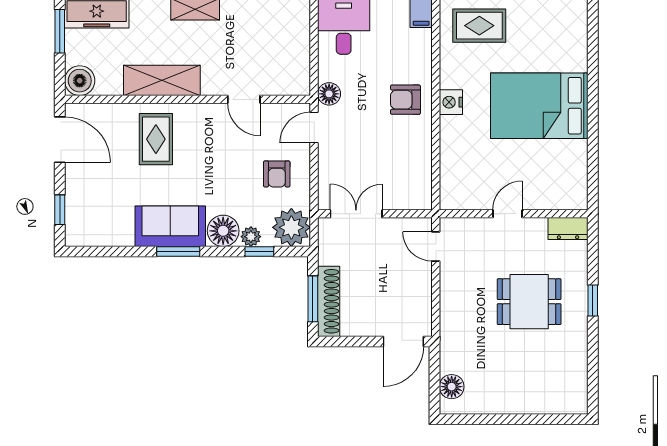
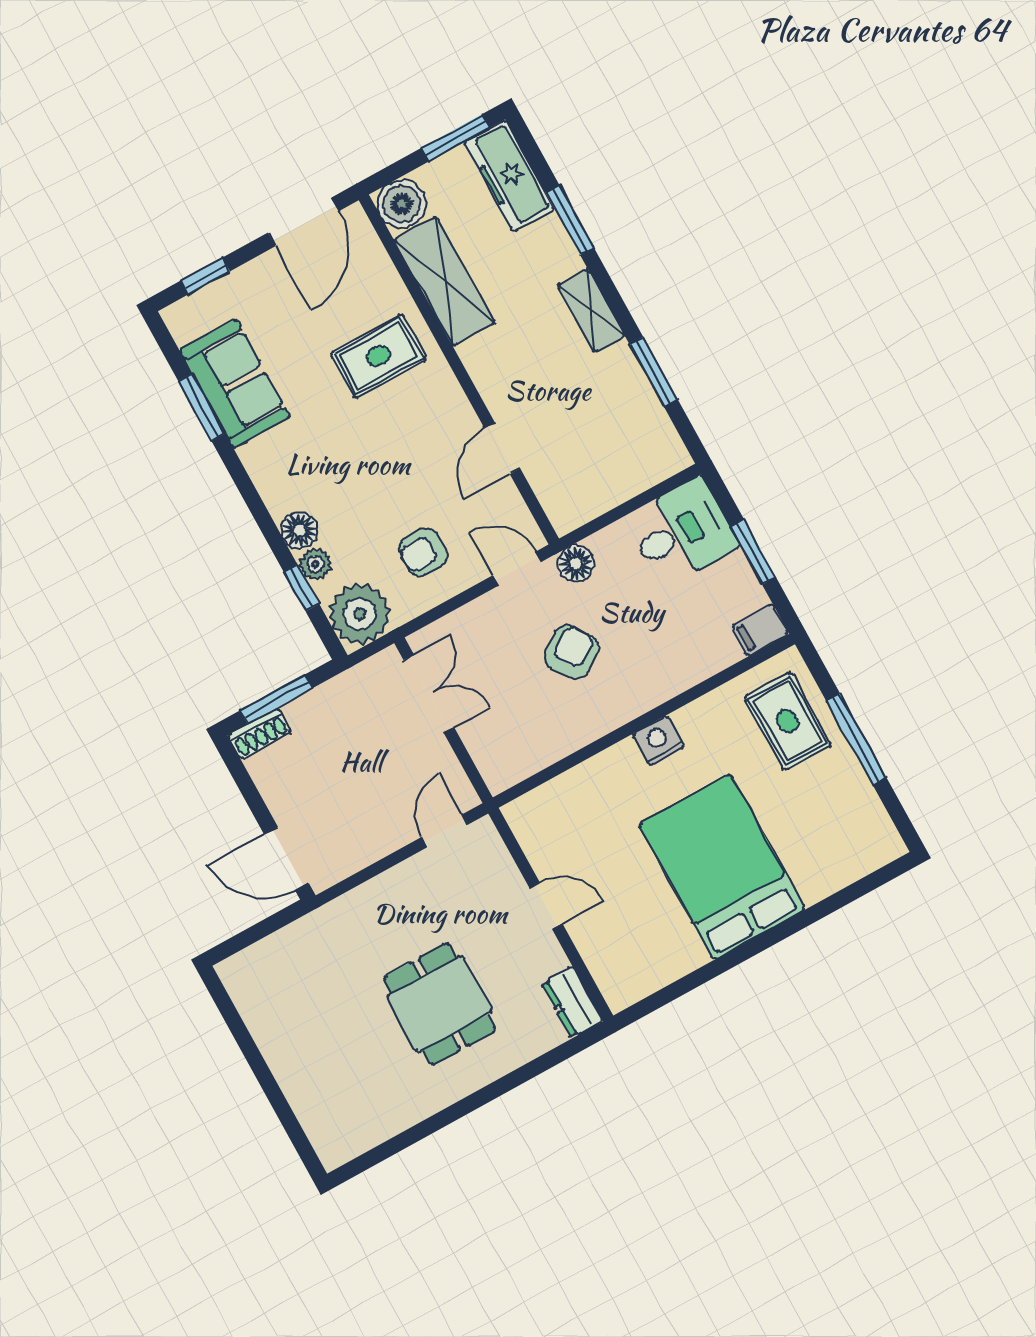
shelving: (162, 80) -> (445, 281), moved
armchair: (405, 100) -> (571, 652), moved, turned 55
sofa: (170, 226) -> (235, 384), moved
floor lamp: (223, 231) -> (300, 530), width x0.73, depth x0.73
window: (178, 251) -> (202, 407), moved
shoe rack: (329, 301) -> (259, 734), width x0.51, depth x0.81
window: (593, 301) -> (490, 1092), removed
floor lamp: (452, 387) -> (261, 961), removed

